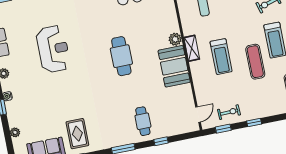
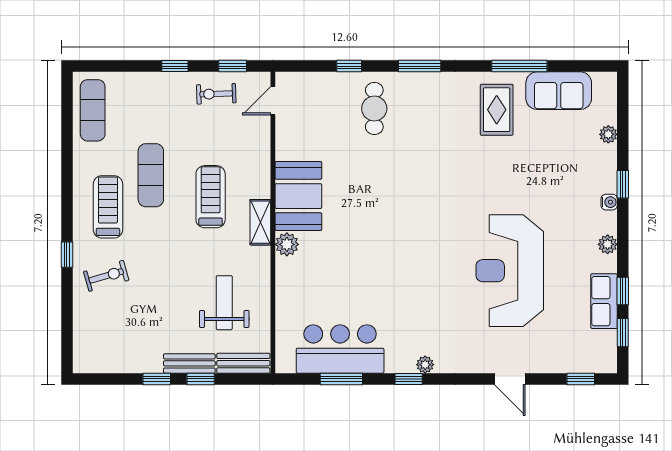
reception desk: (53, 49) -> (510, 271), width x1.36, depth x1.30
cafe table: (121, 56) -> (390, 233), removed

